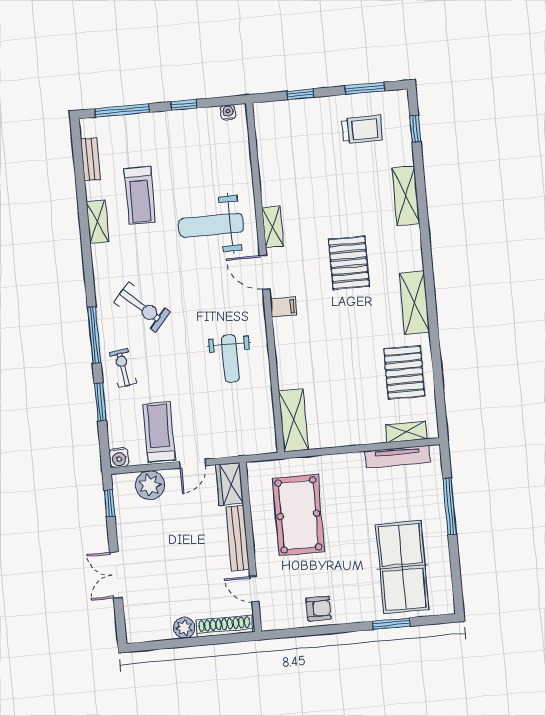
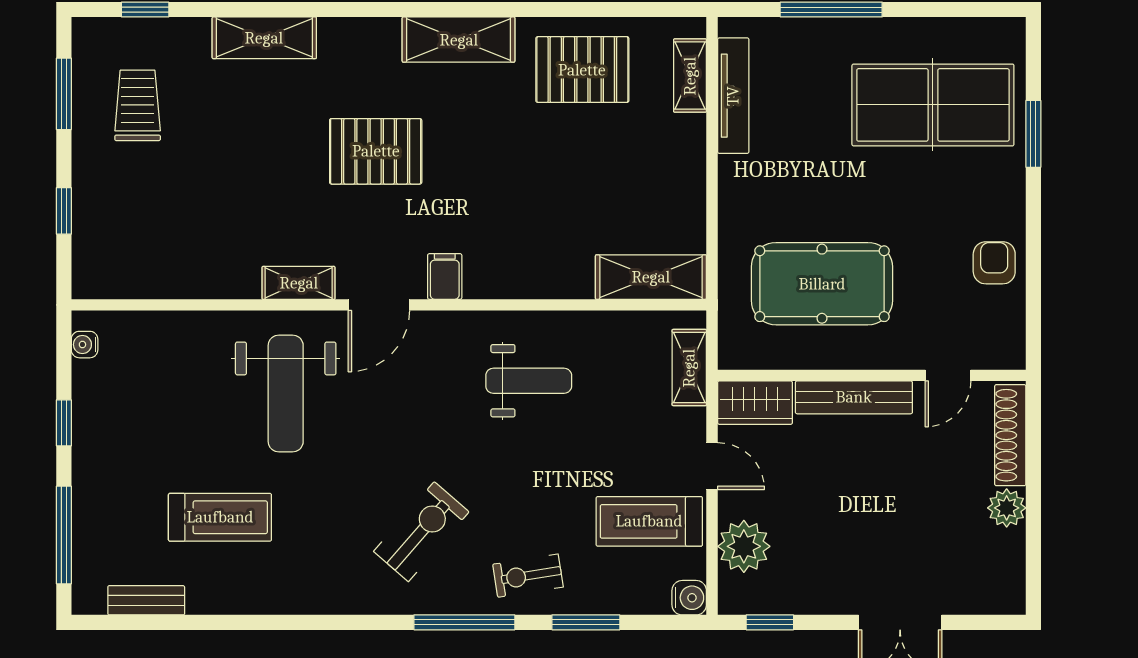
shelving: (97, 222) -> (689, 368), moved, turned 90

